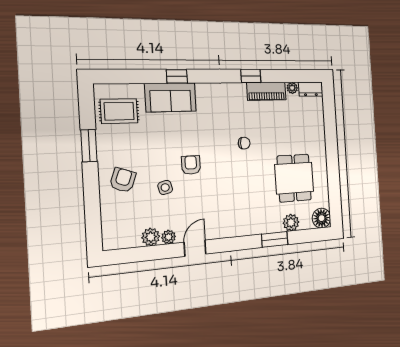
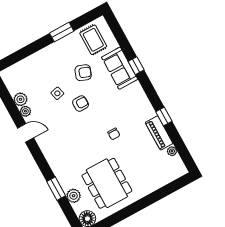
dresser: (311, 89) -> (179, 166), removed
dining table: (294, 178) -> (107, 183), width x1.38
armchair: (123, 180) -> (83, 73), moved

